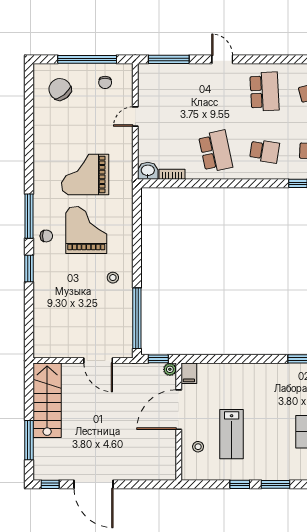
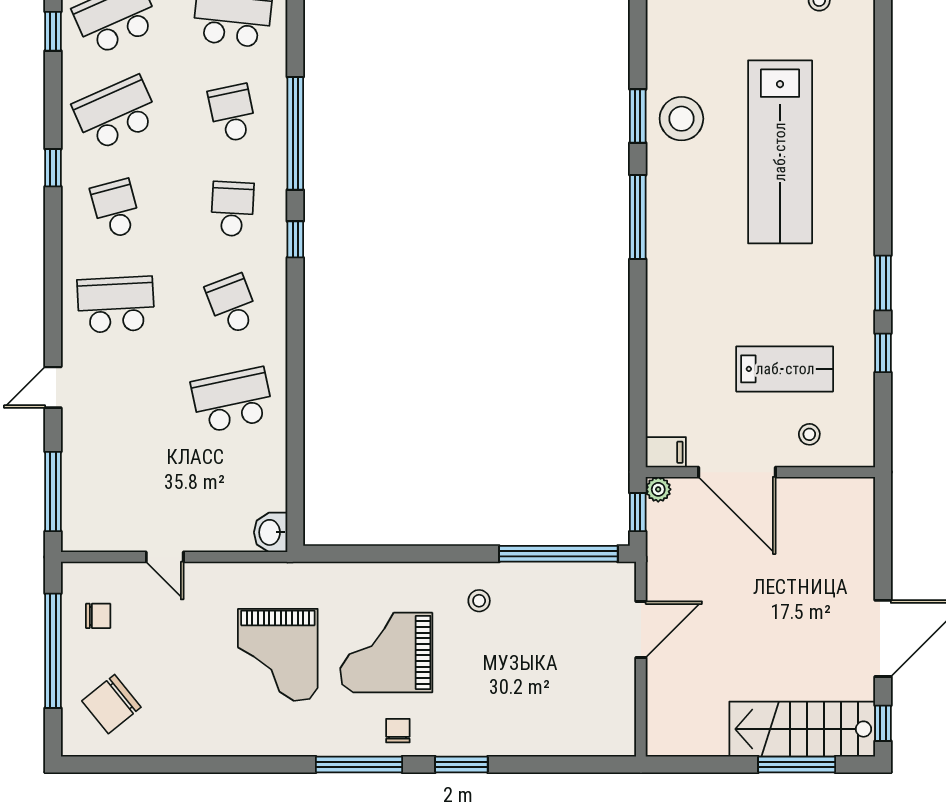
school desk: (265, 151) -> (232, 305), turned -30
bookcase: (172, 174) -> (277, 485), removed
stairs: (47, 400) -> (802, 729), moved

